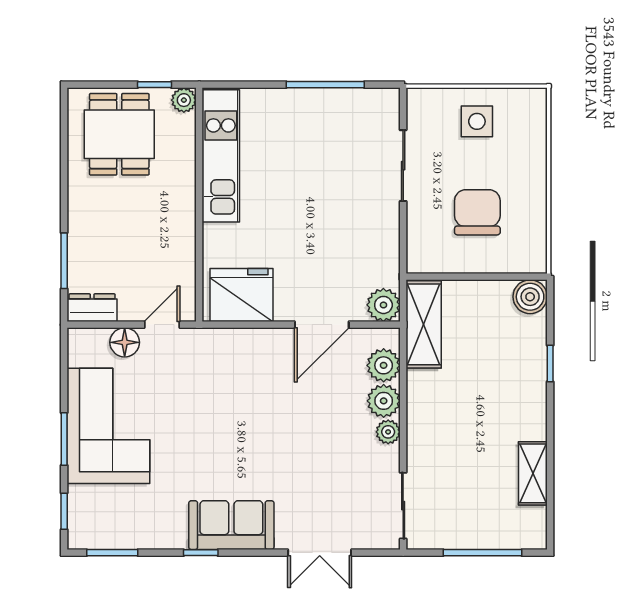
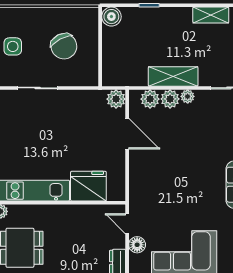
chair: (477, 212) -> (64, 46), turned -118
fridge: (242, 295) -> (88, 186), moved, turned 90
shelving: (424, 324) -> (173, 76), moved

